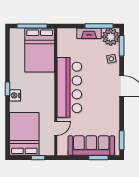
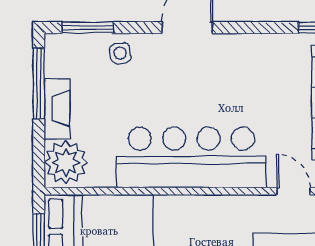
plant: (111, 37) -> (66, 162), moved

